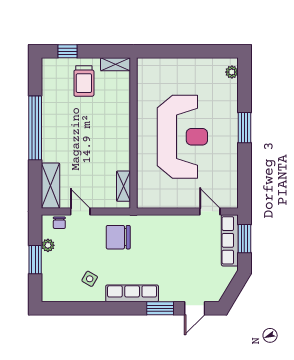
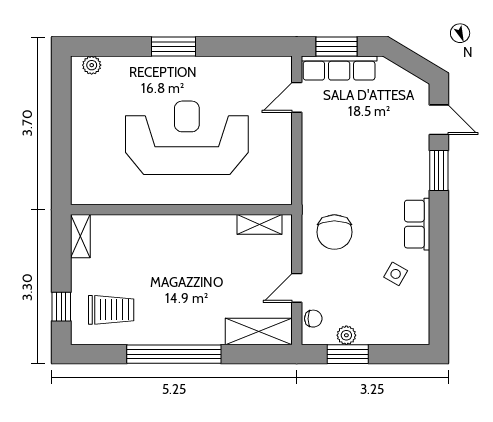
trolley: (84, 81) -> (111, 310), moved
window: (35, 260) -> (348, 354), moved
row of seats: (132, 293) -> (417, 224), width x0.68

